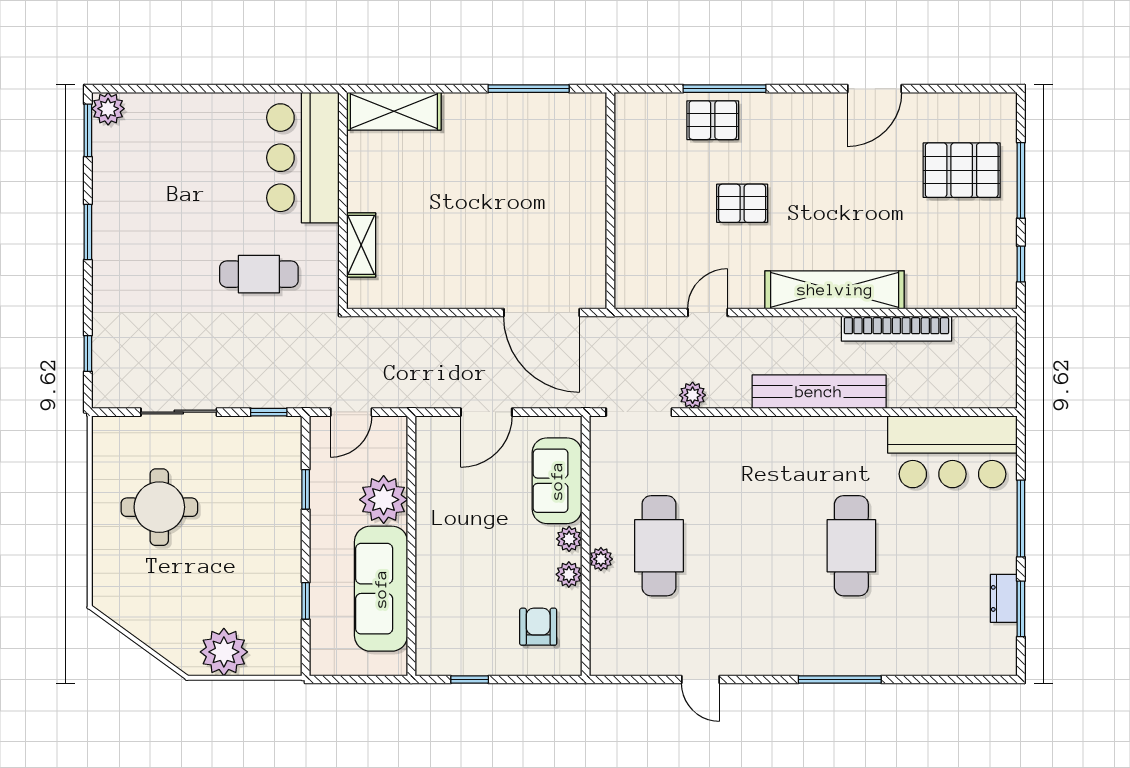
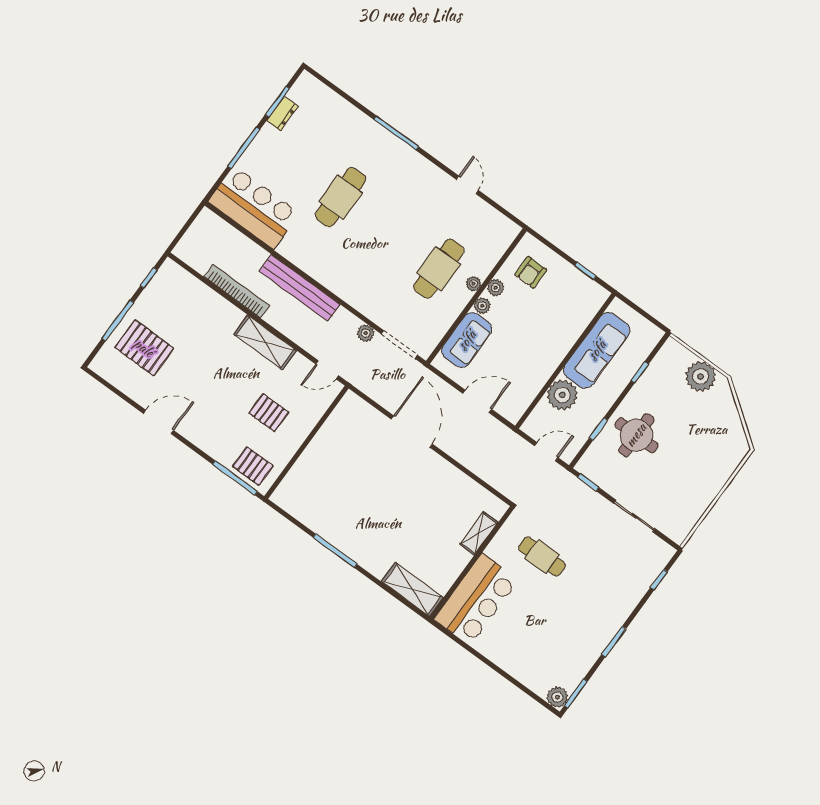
wall: (610, 201) -> (306, 442), moved
shelving: (835, 290) -> (265, 342), width x0.68
round table: (159, 507) -> (636, 435), moved

